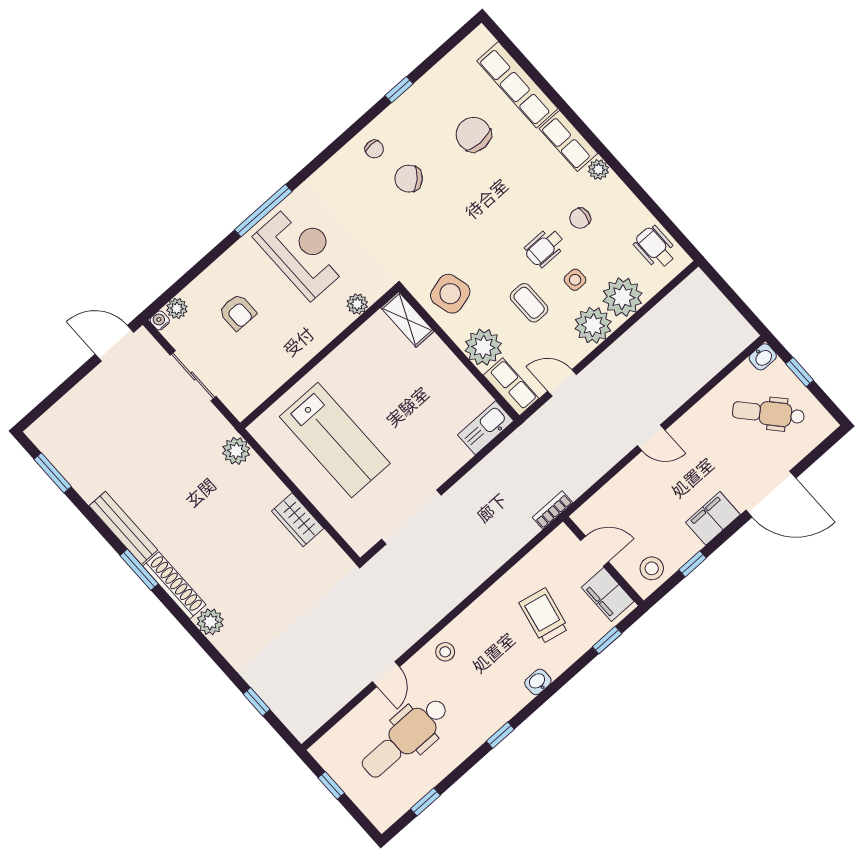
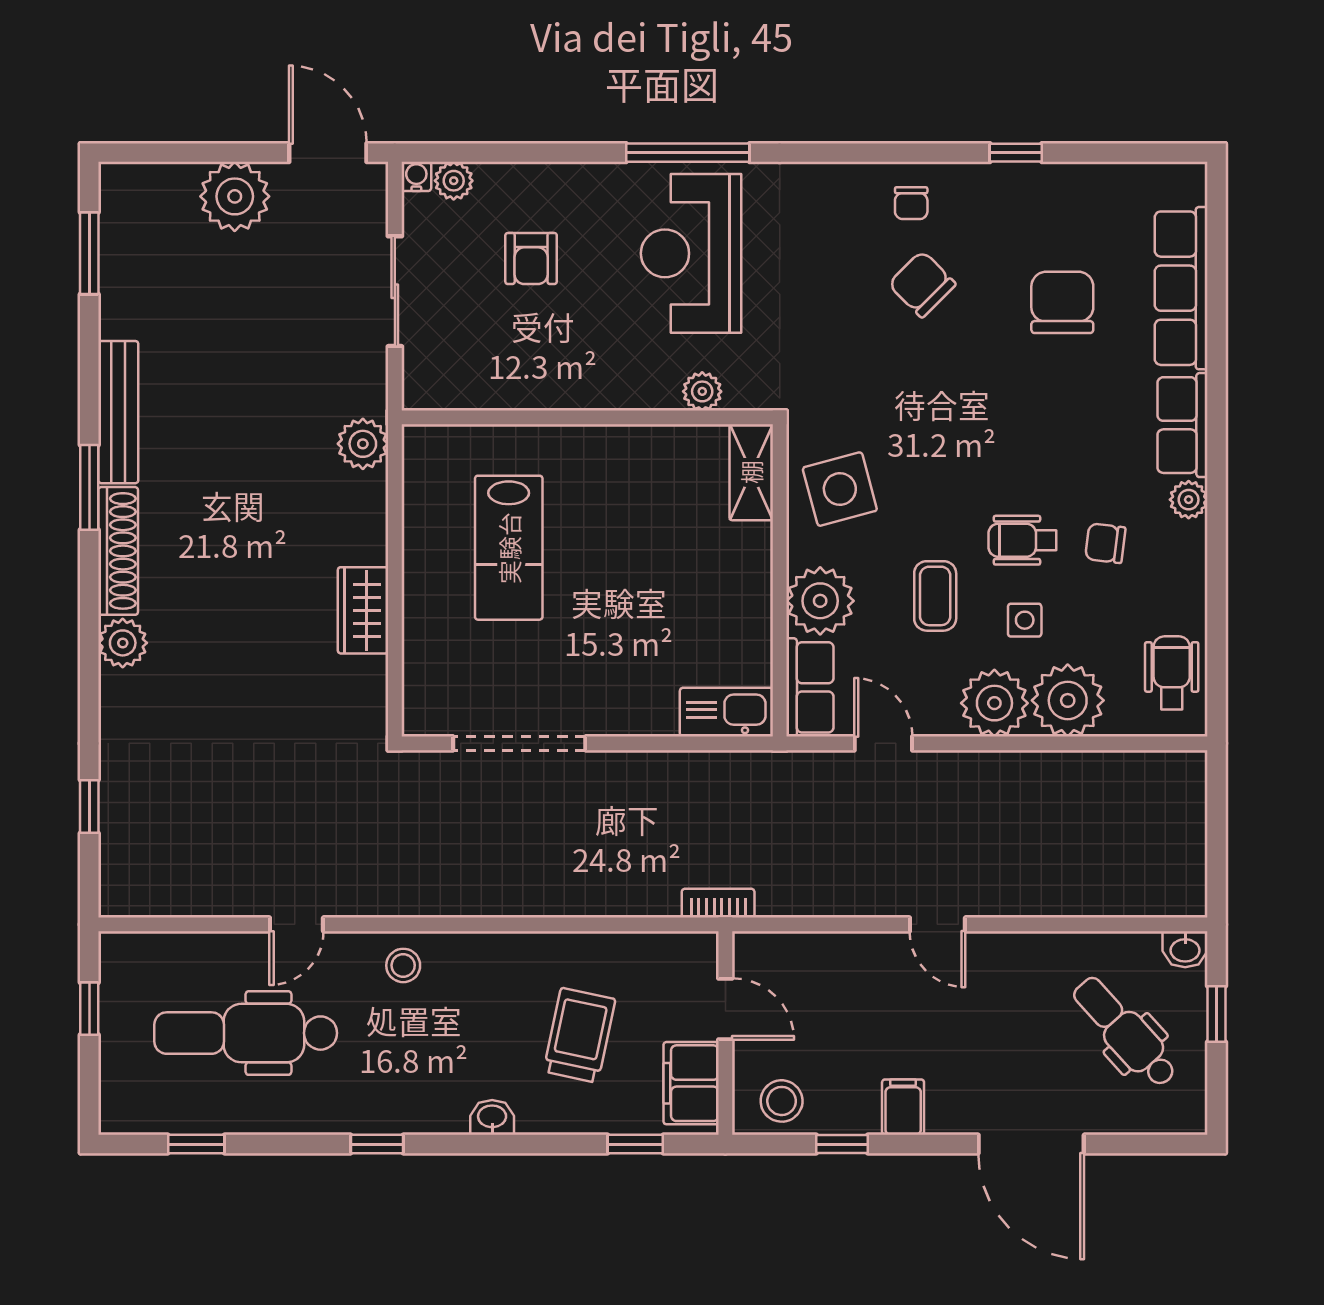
reception desk: (302, 251) -> (691, 253), turned 180
plant: (92, 396) -> (235, 196), added
lab bench: (335, 440) -> (509, 548), width x0.73, depth x0.72
filing cabinet: (713, 518) -> (903, 1107), width x0.50

